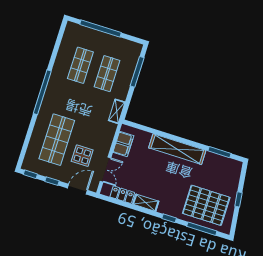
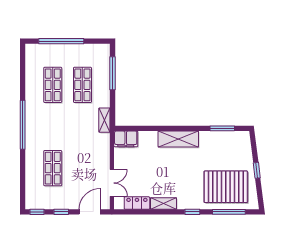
shop shelf: (57, 140) -> (53, 168), width x0.70, depth x0.74
filing cabinet: (123, 144) -> (126, 139), moved, turned 90
shelving: (177, 149) -> (178, 139), width x0.68
display table: (82, 156) -> (84, 176), removed

